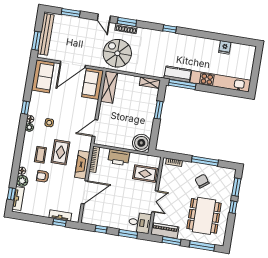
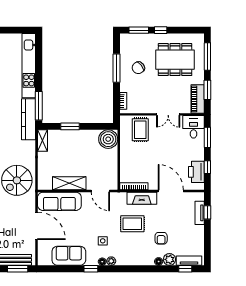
kitchen counter: (178, 74) -> (29, 119), width x1.50
sofa: (43, 76) -> (69, 256), moved
sofa: (93, 84) -> (59, 201), width x1.36
shelving: (109, 87) -> (69, 183), moved
coffee table: (40, 155) -> (138, 245), removed
printer: (119, 157) -> (196, 172), moved, turned 180
double door: (155, 201) -> (168, 114), swing flipped

